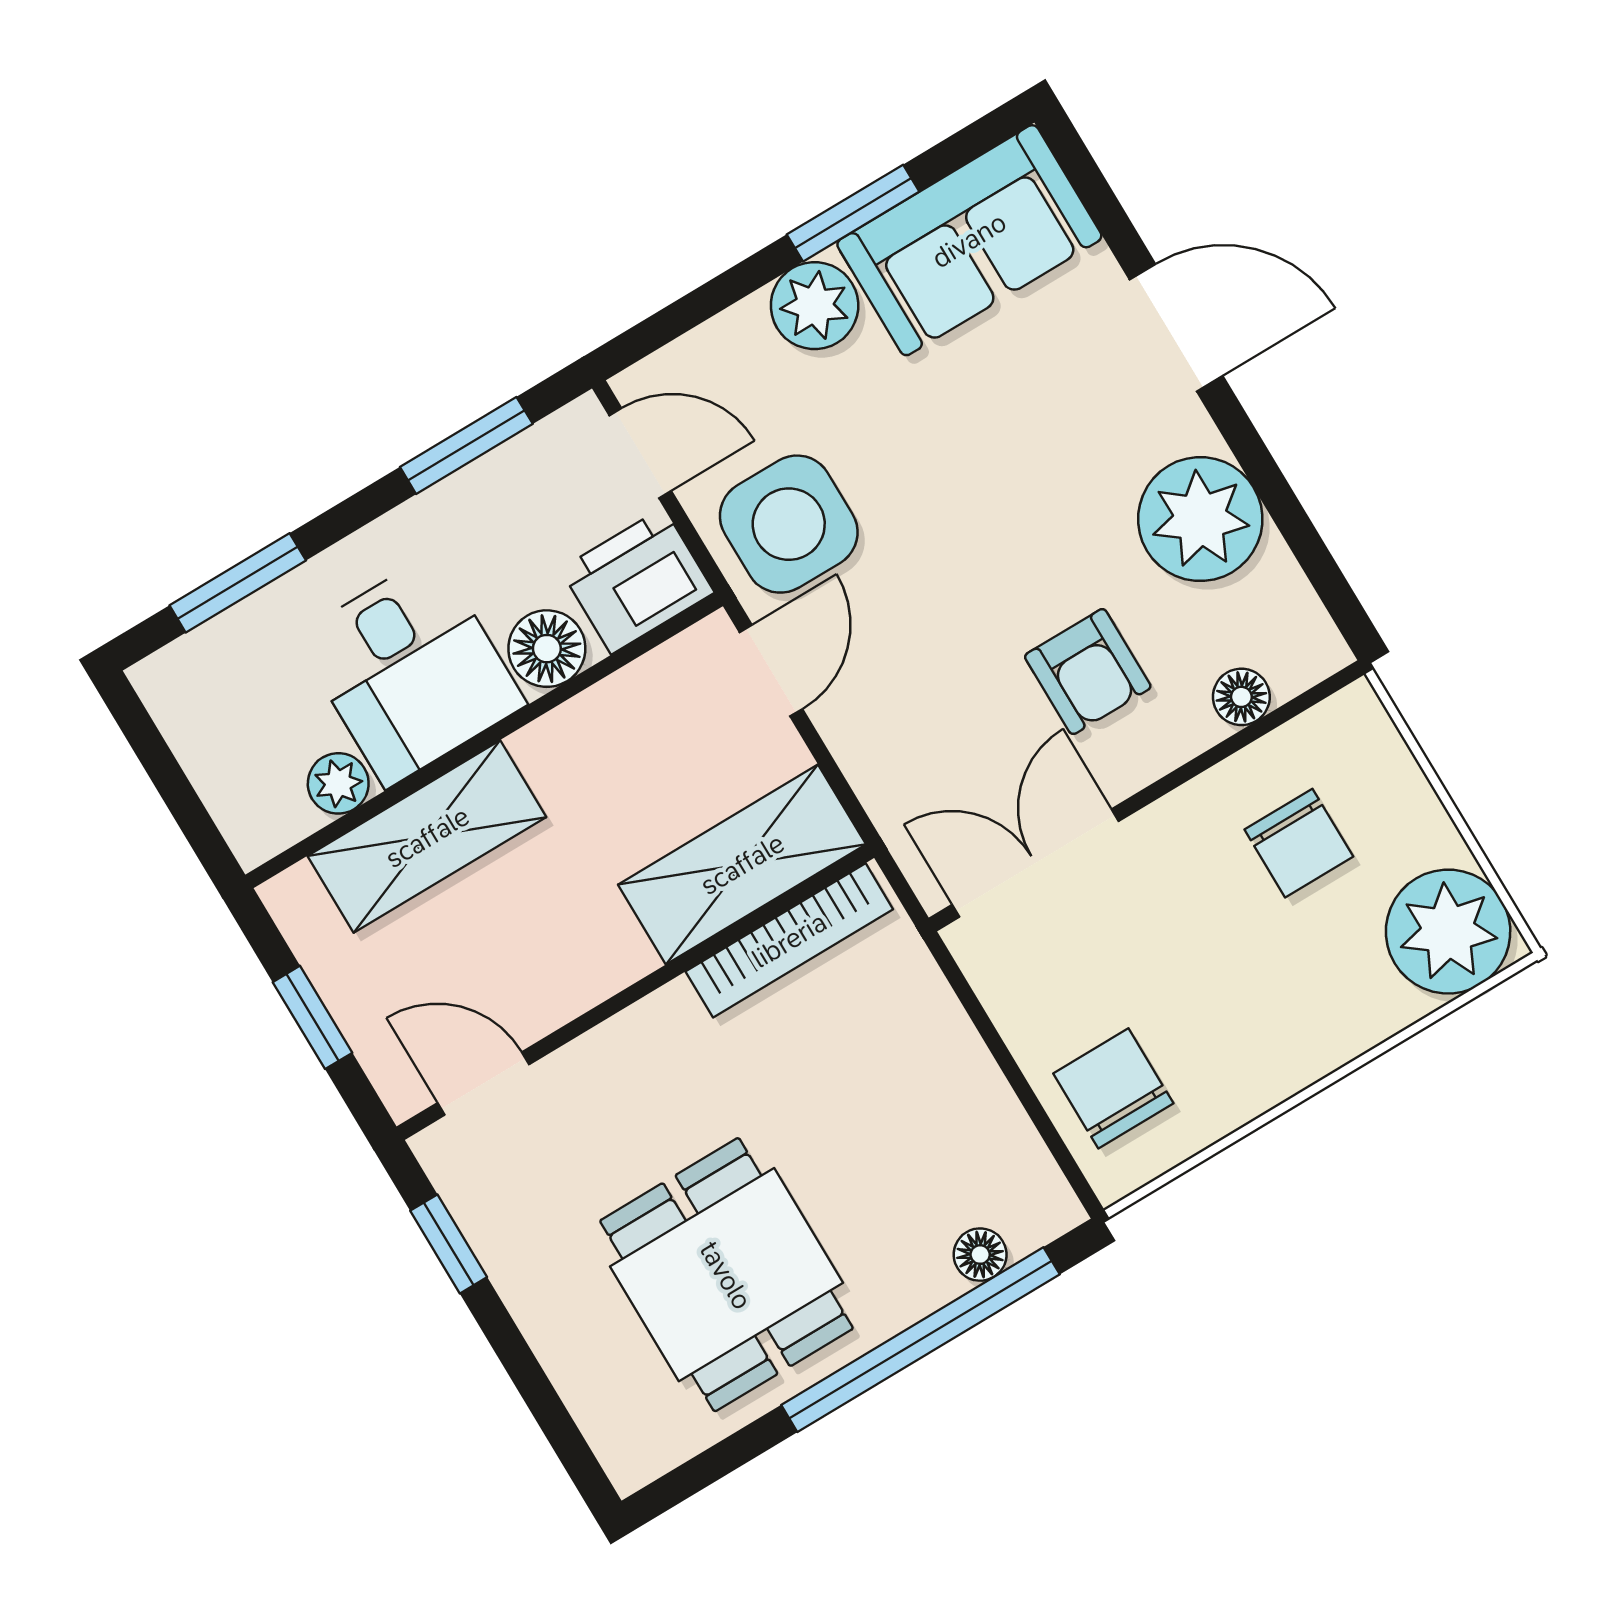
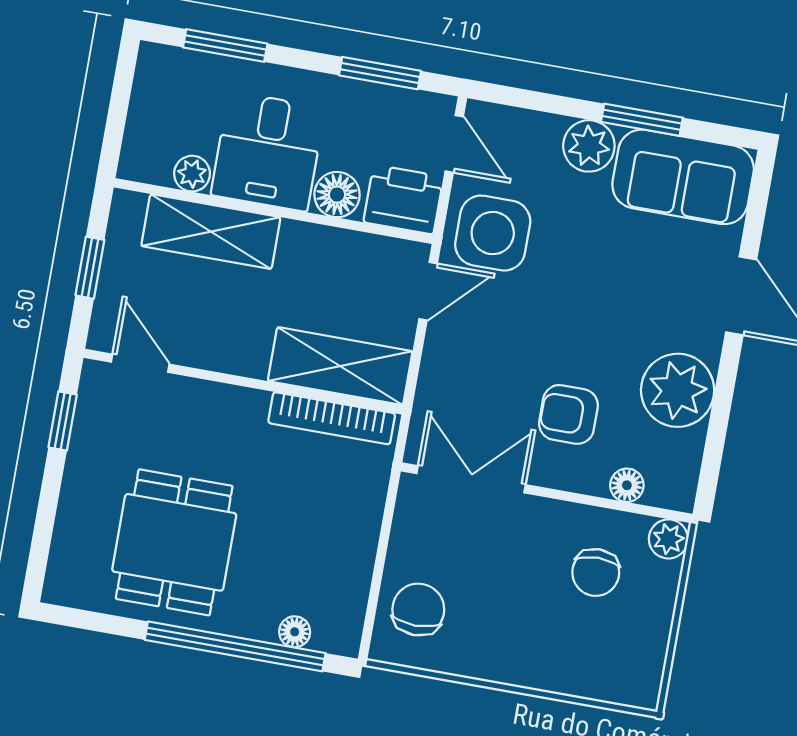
armchair: (1088, 672) -> (568, 414), turned 90
plant: (1448, 932) -> (668, 539), moved, width x0.53, depth x0.53

